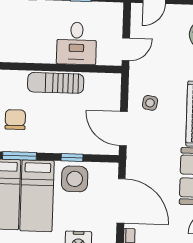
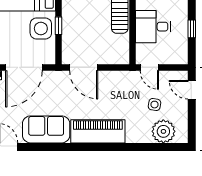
side table: (150, 103) -> (154, 105), moved
door: (123, 129) -> (84, 67), swing flipped

